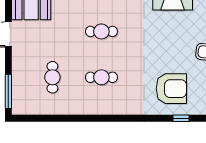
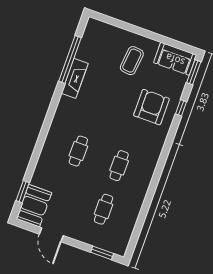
cafe table: (52, 77) -> (104, 209), turned 90
window: (8, 91) -> (102, 253), width x0.69

